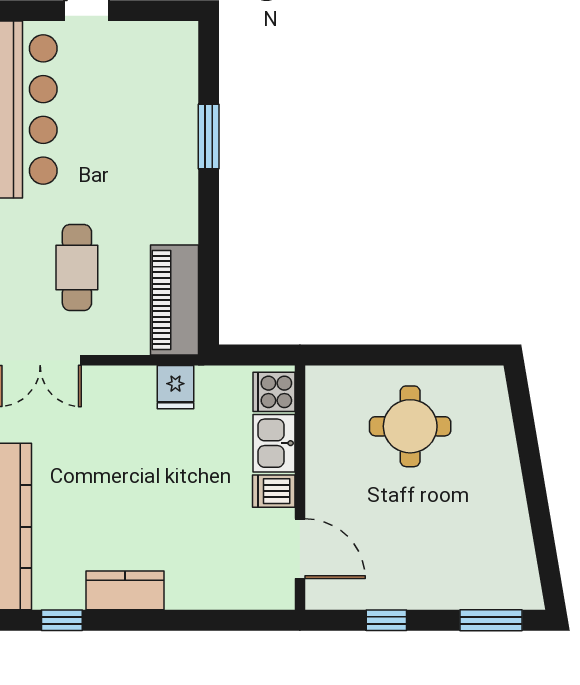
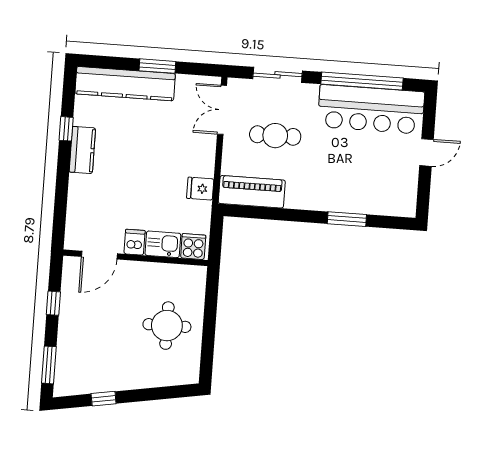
window: (541, 524) -> (104, 399), added
window: (62, 620) -> (66, 129), moved

